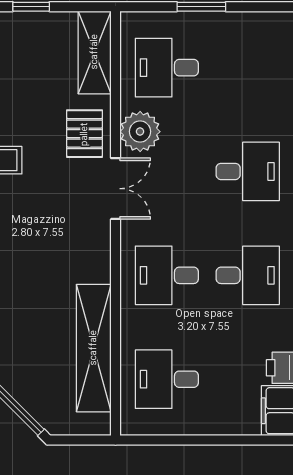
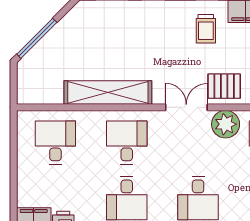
double door: (115, 189) -> (186, 107), swing flipped
shelving: (94, 348) -> (108, 92), moved

